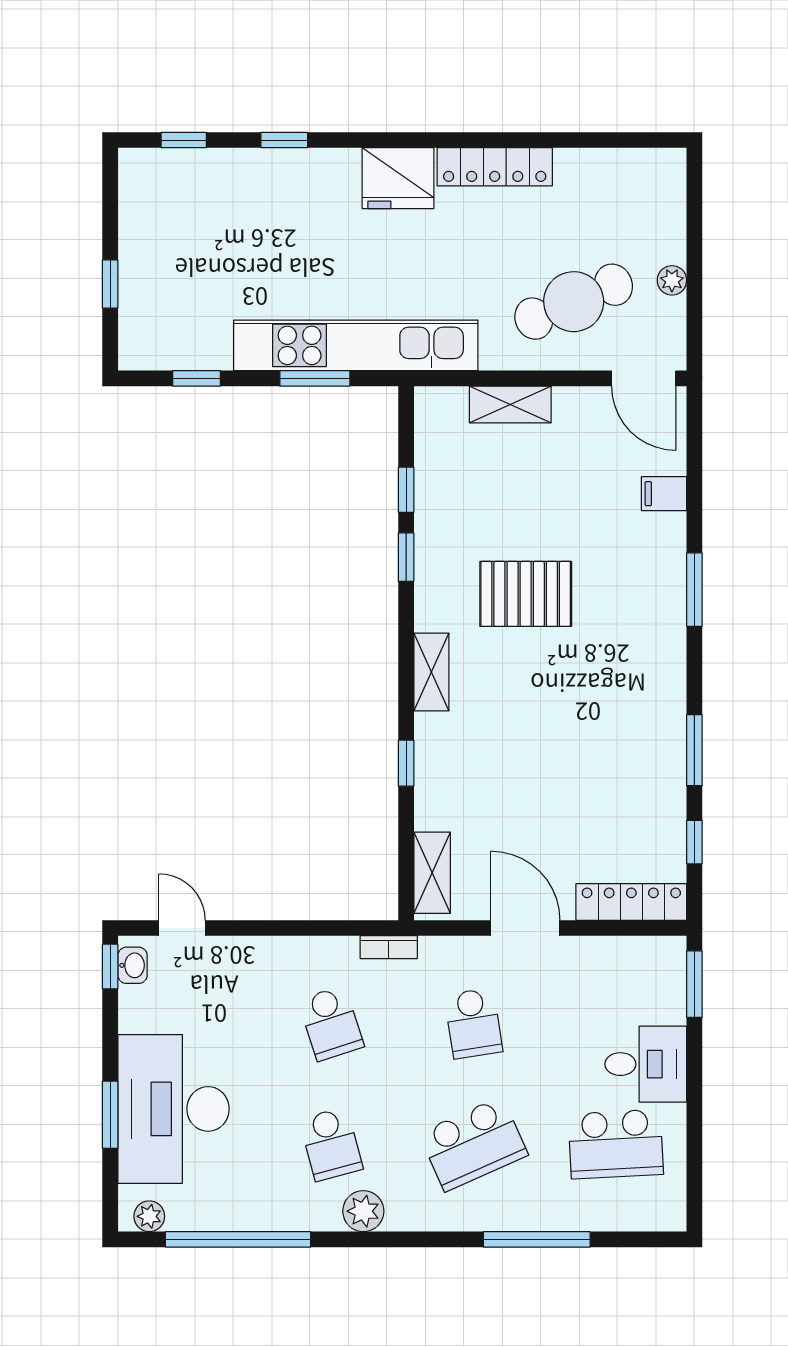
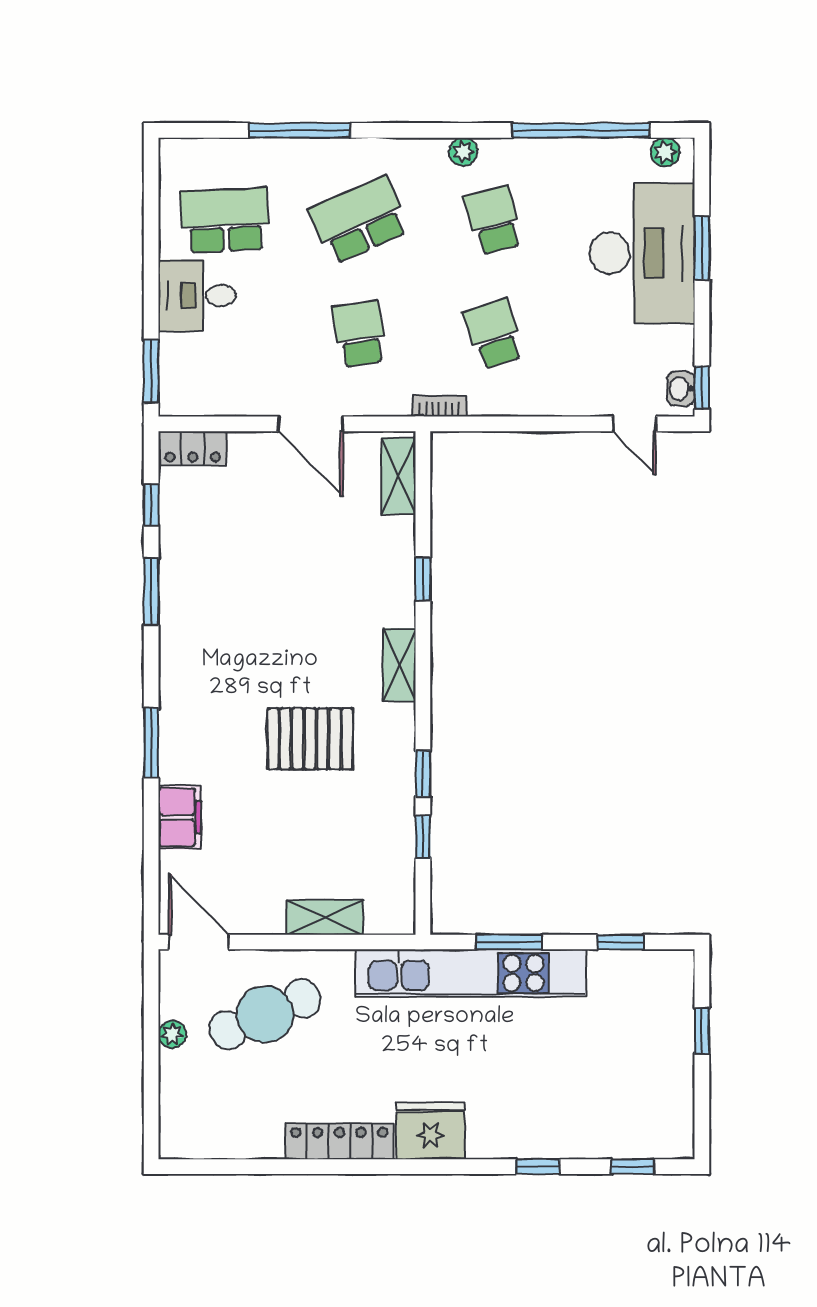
filing cabinet: (664, 494) -> (180, 817), width x2.00
locker: (631, 902) -> (193, 448), width x0.66
plant: (363, 1211) -> (463, 152), width x0.73, depth x0.73

